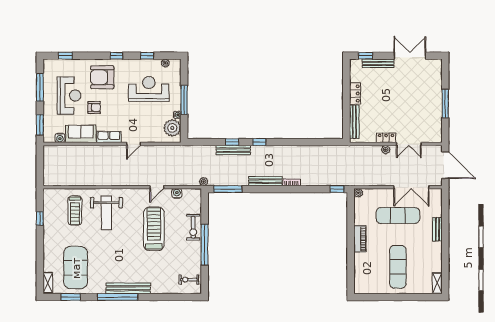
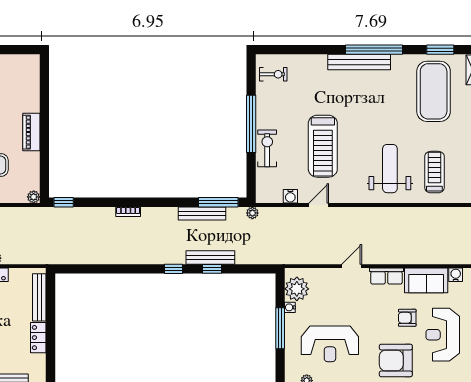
armchair: (102, 77) -> (396, 360), turned 180
bench: (265, 181) -> (202, 213), moved

